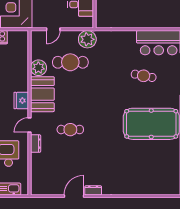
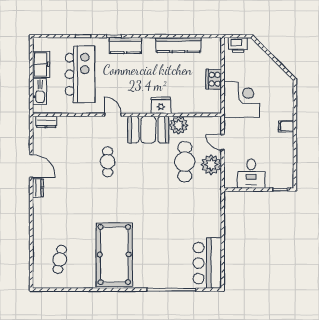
plant: (87, 39) -> (211, 165), moved
cafe table: (144, 76) -> (60, 259), moved
fridge: (21, 100) -> (161, 105), moved
dresser: (36, 144) -> (46, 122), moved

